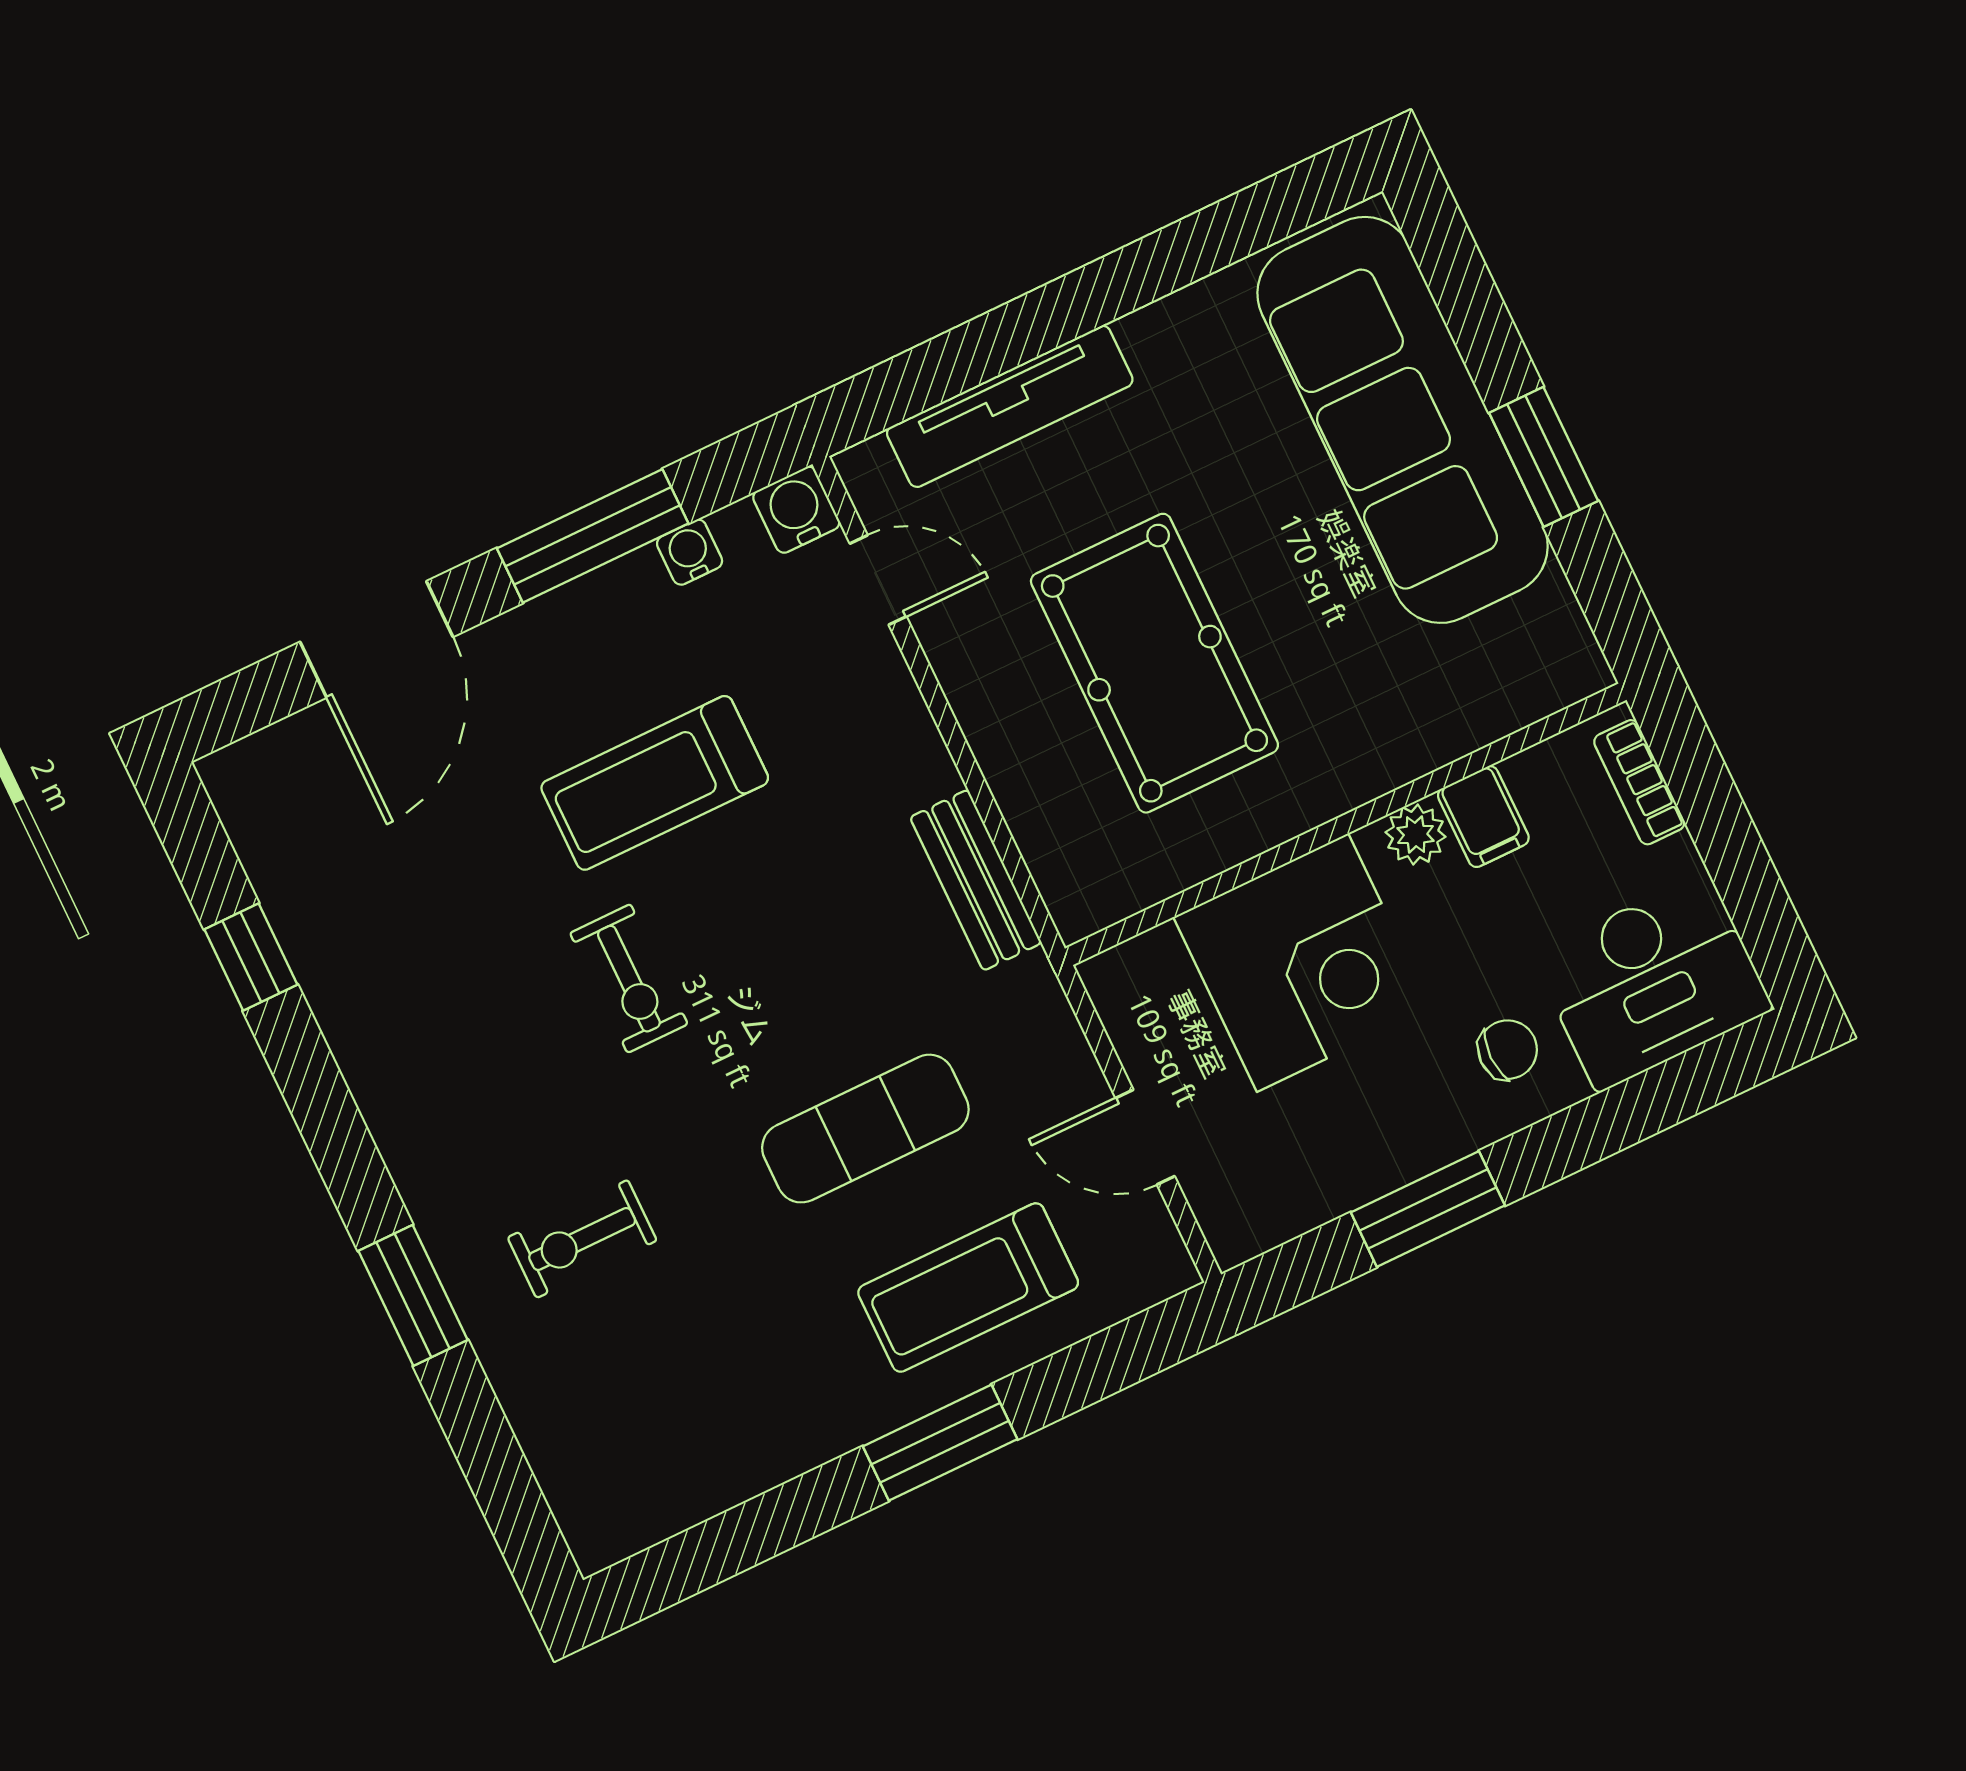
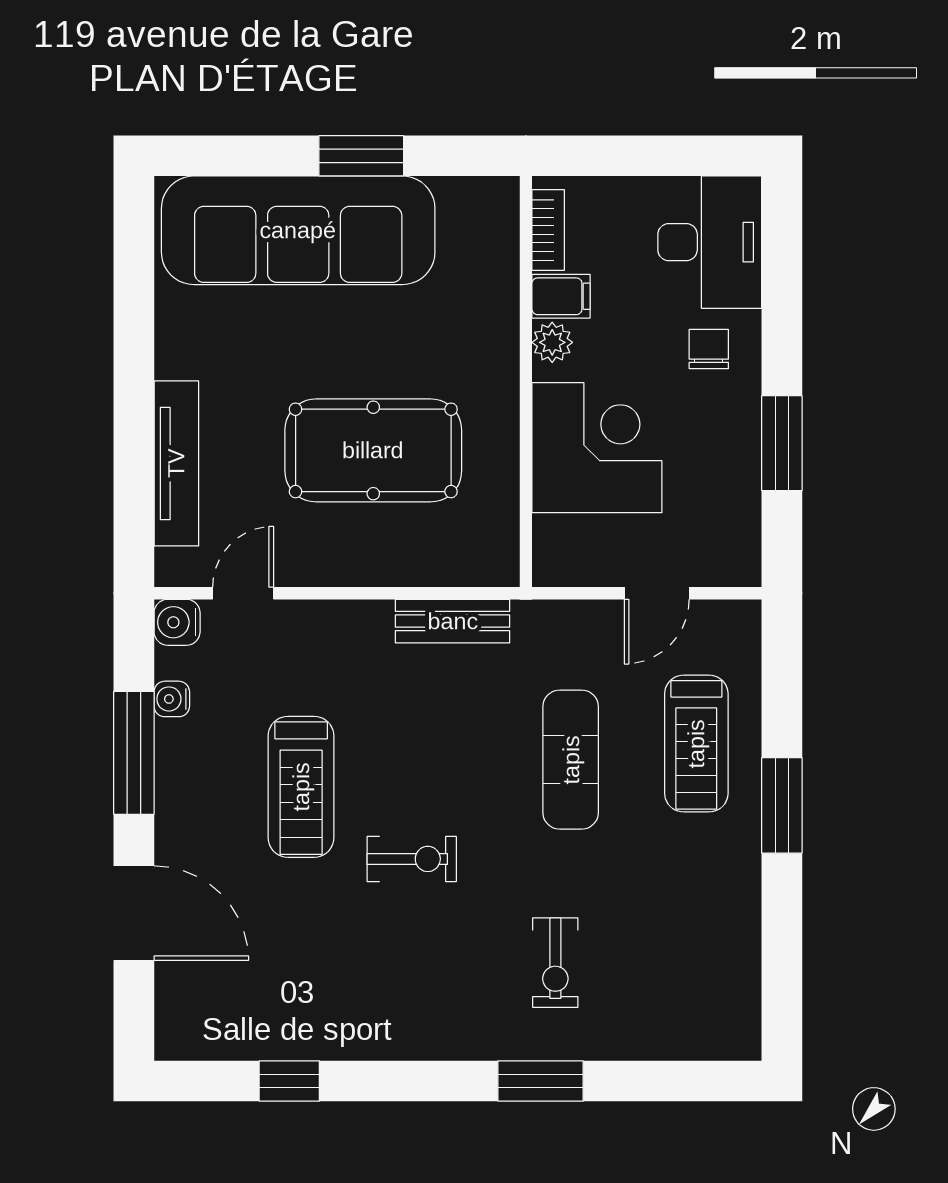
bookcase: (1639, 782) -> (548, 230), moved, turned -90

